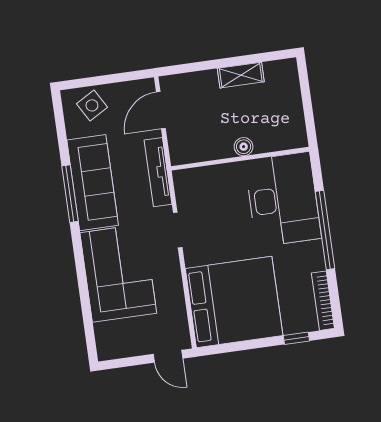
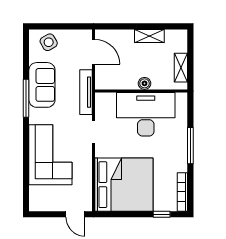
door: (161, 110) -> (93, 52), swing flipped
shelving: (294, 116) -> (181, 68), added
sofa: (93, 183) -> (42, 85), width x0.73
desk: (283, 199) -> (146, 114), moved, turned -90
window: (325, 230) -> (190, 146), width x0.68

